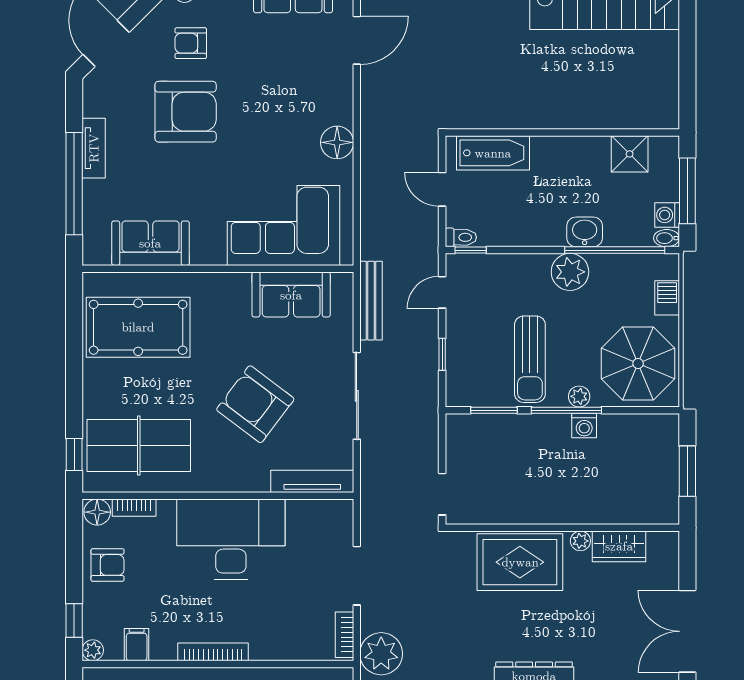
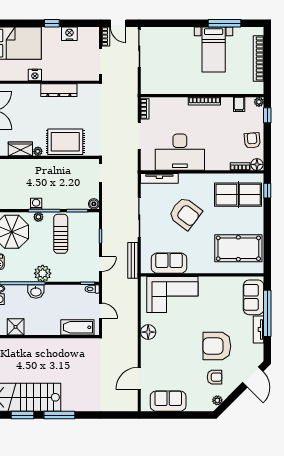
sofa: (150, 243) -> (254, 297), moved, turned 90
boiler: (457, 425) -> (94, 204), added
desk: (231, 539) -> (180, 152), moved
armchair: (108, 565) -> (252, 141), turned 85
plant: (381, 654) -> (128, 100), removed

